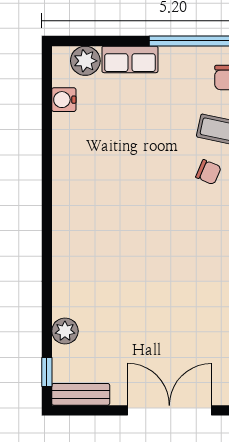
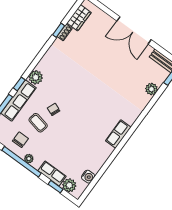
window: (107, 41) -> (56, 187), added
plant: (189, 56) -> (29, 159), added
row of seats: (65, 211) -> (118, 134), added

